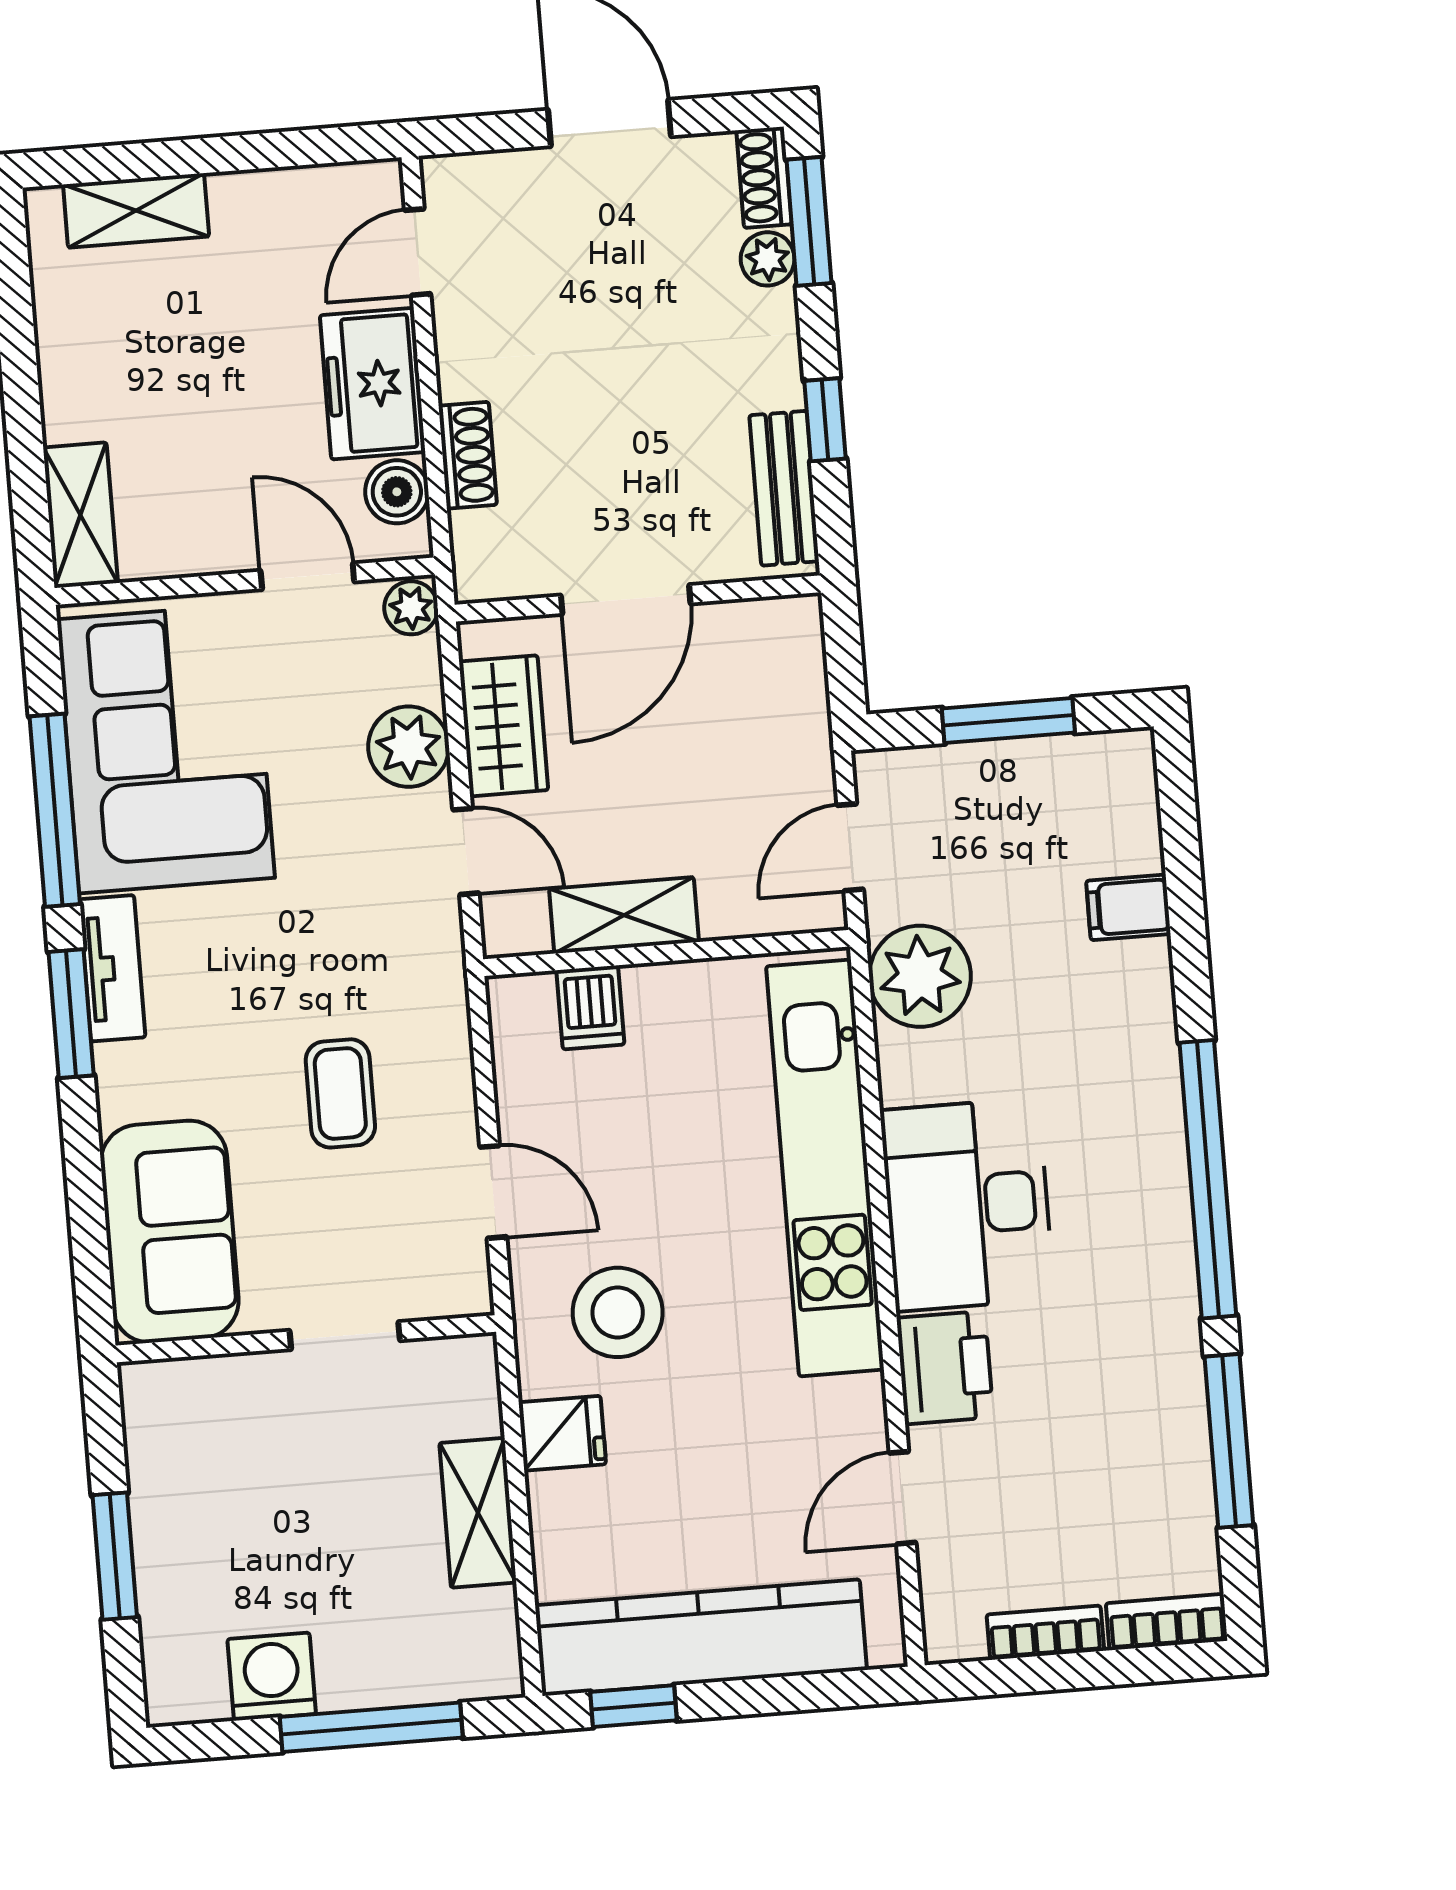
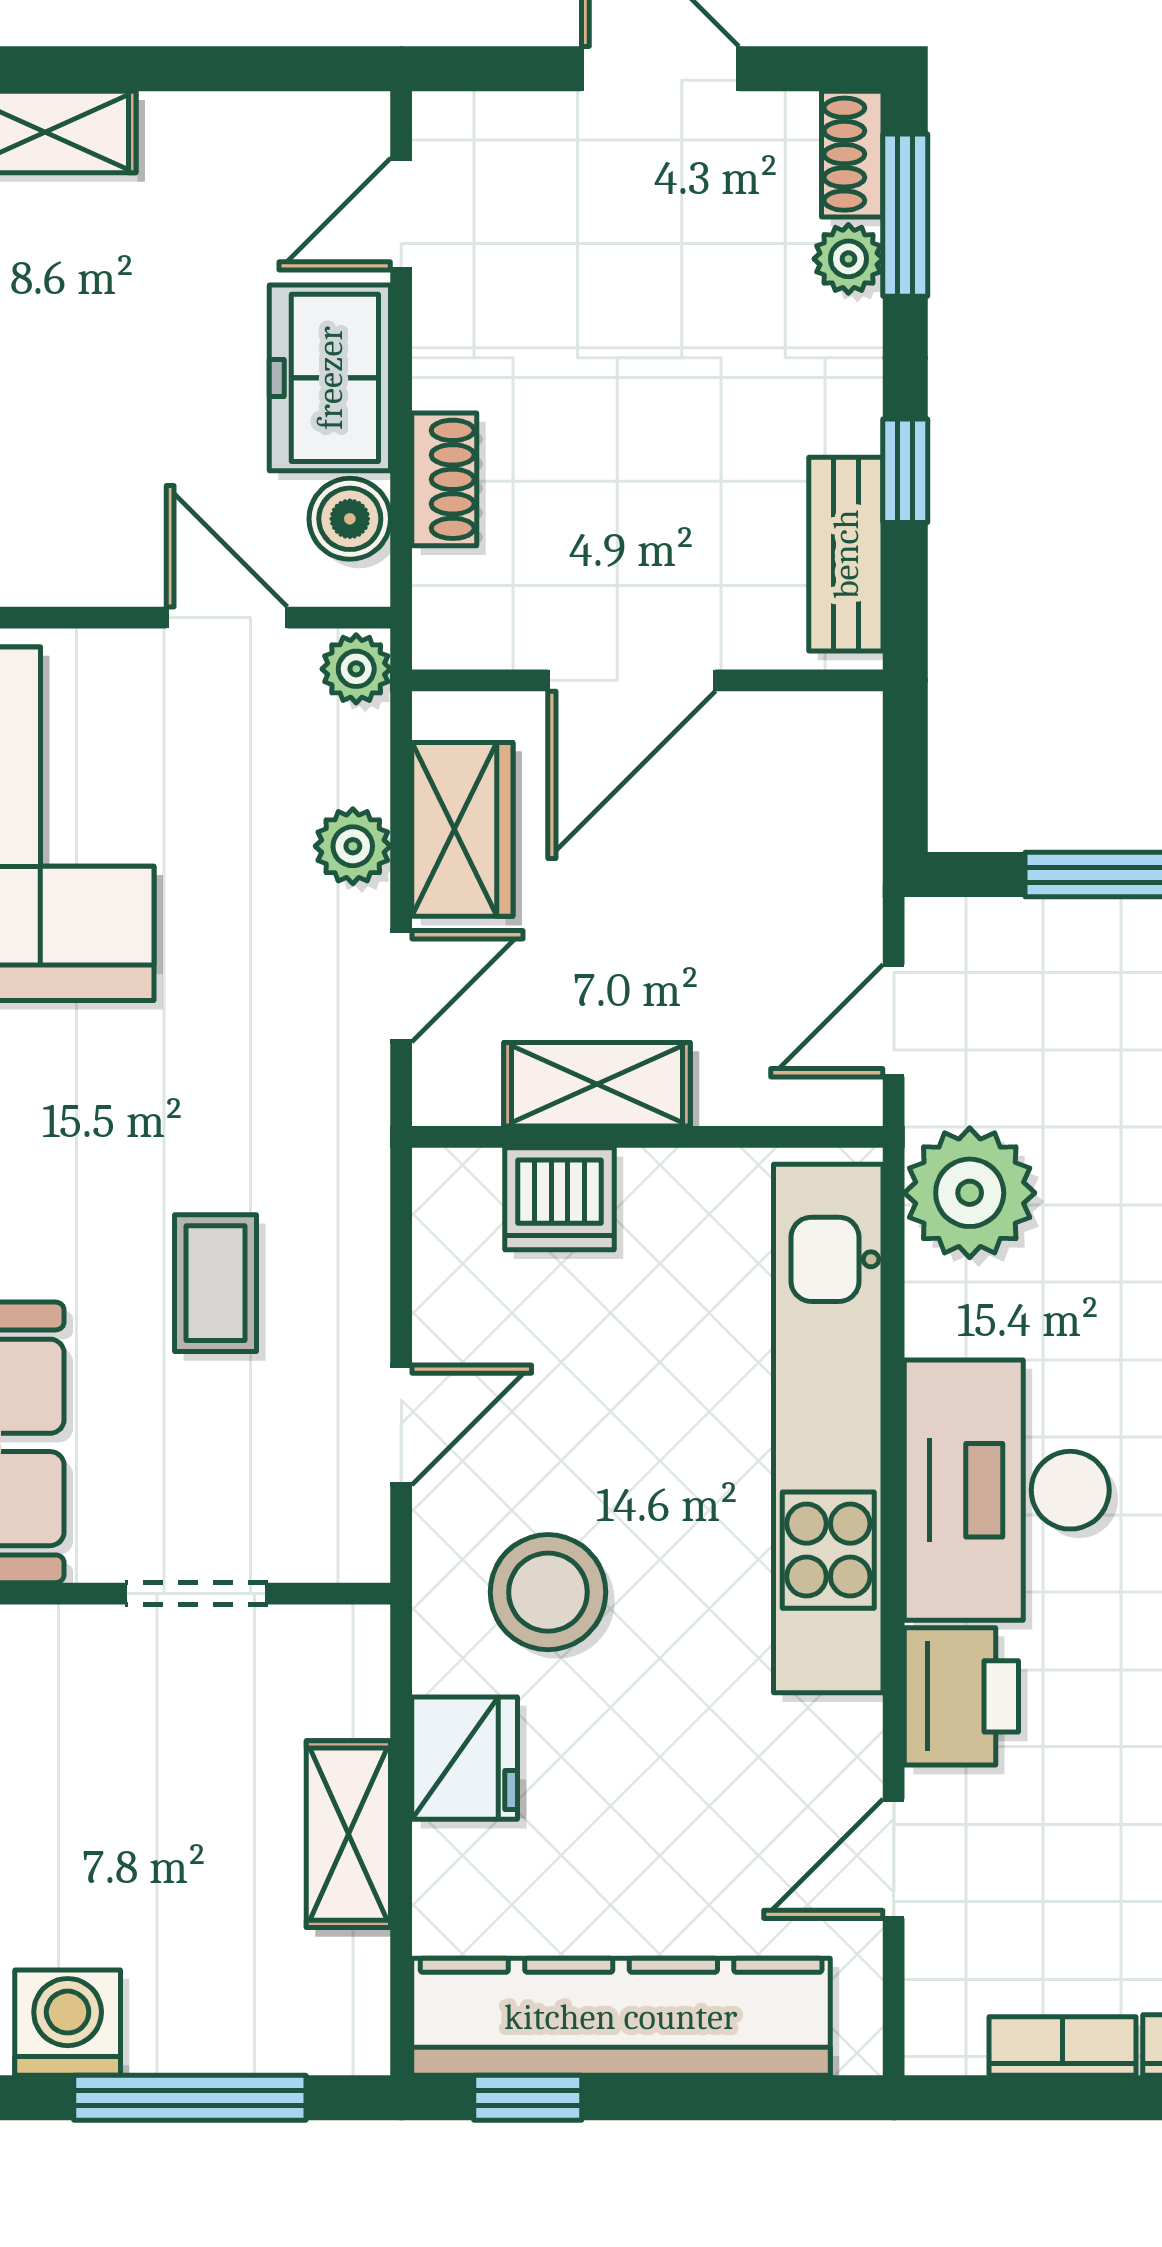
plant: (409, 747) -> (353, 846), width x0.73, depth x0.73
door: (466, 851) -> (401, 986), hinge flipped
dishwasher: (590, 1007) -> (560, 1199), width x1.38
door: (493, 1192) -> (401, 1425), hinge flipped
fridge: (562, 1433) -> (465, 1758), width x1.38

